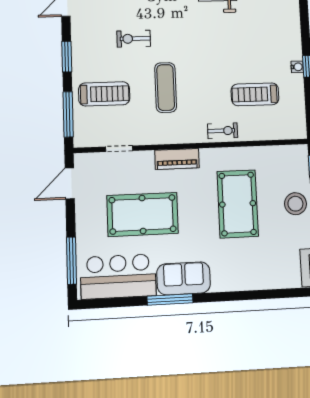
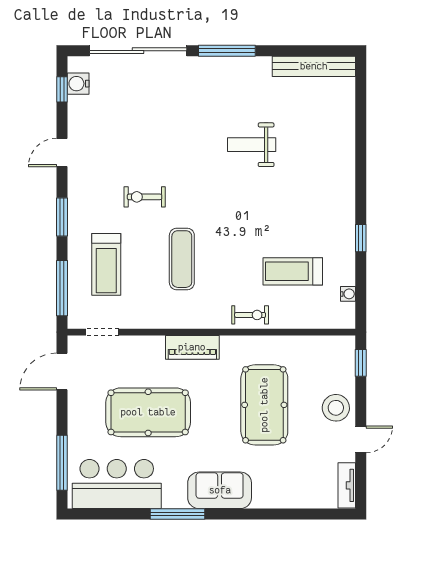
water cooler: (297, 67) -> (348, 294), moved
treadmill: (104, 94) -> (106, 264), turned 90
doorway: (119, 149) -> (102, 332), moved
sofa: (184, 278) -> (220, 490), moved

